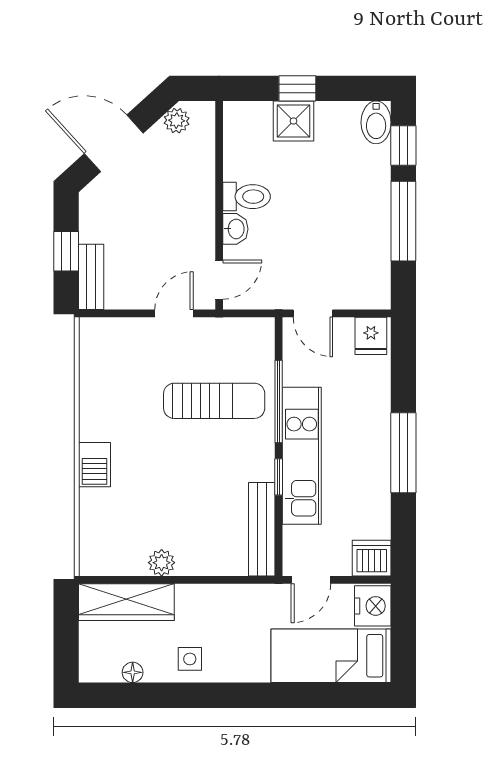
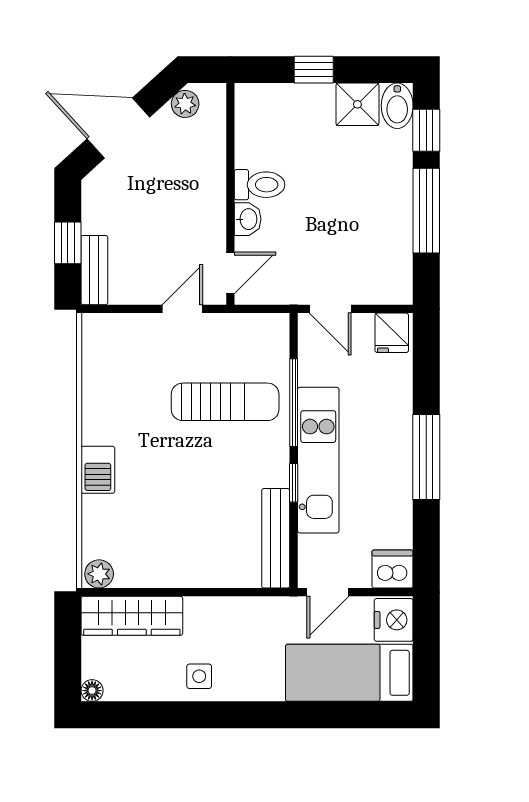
shower: (293, 121) -> (357, 104), moved
plant: (162, 563) -> (99, 574), moved
floor lamp: (133, 672) -> (92, 691), moved

